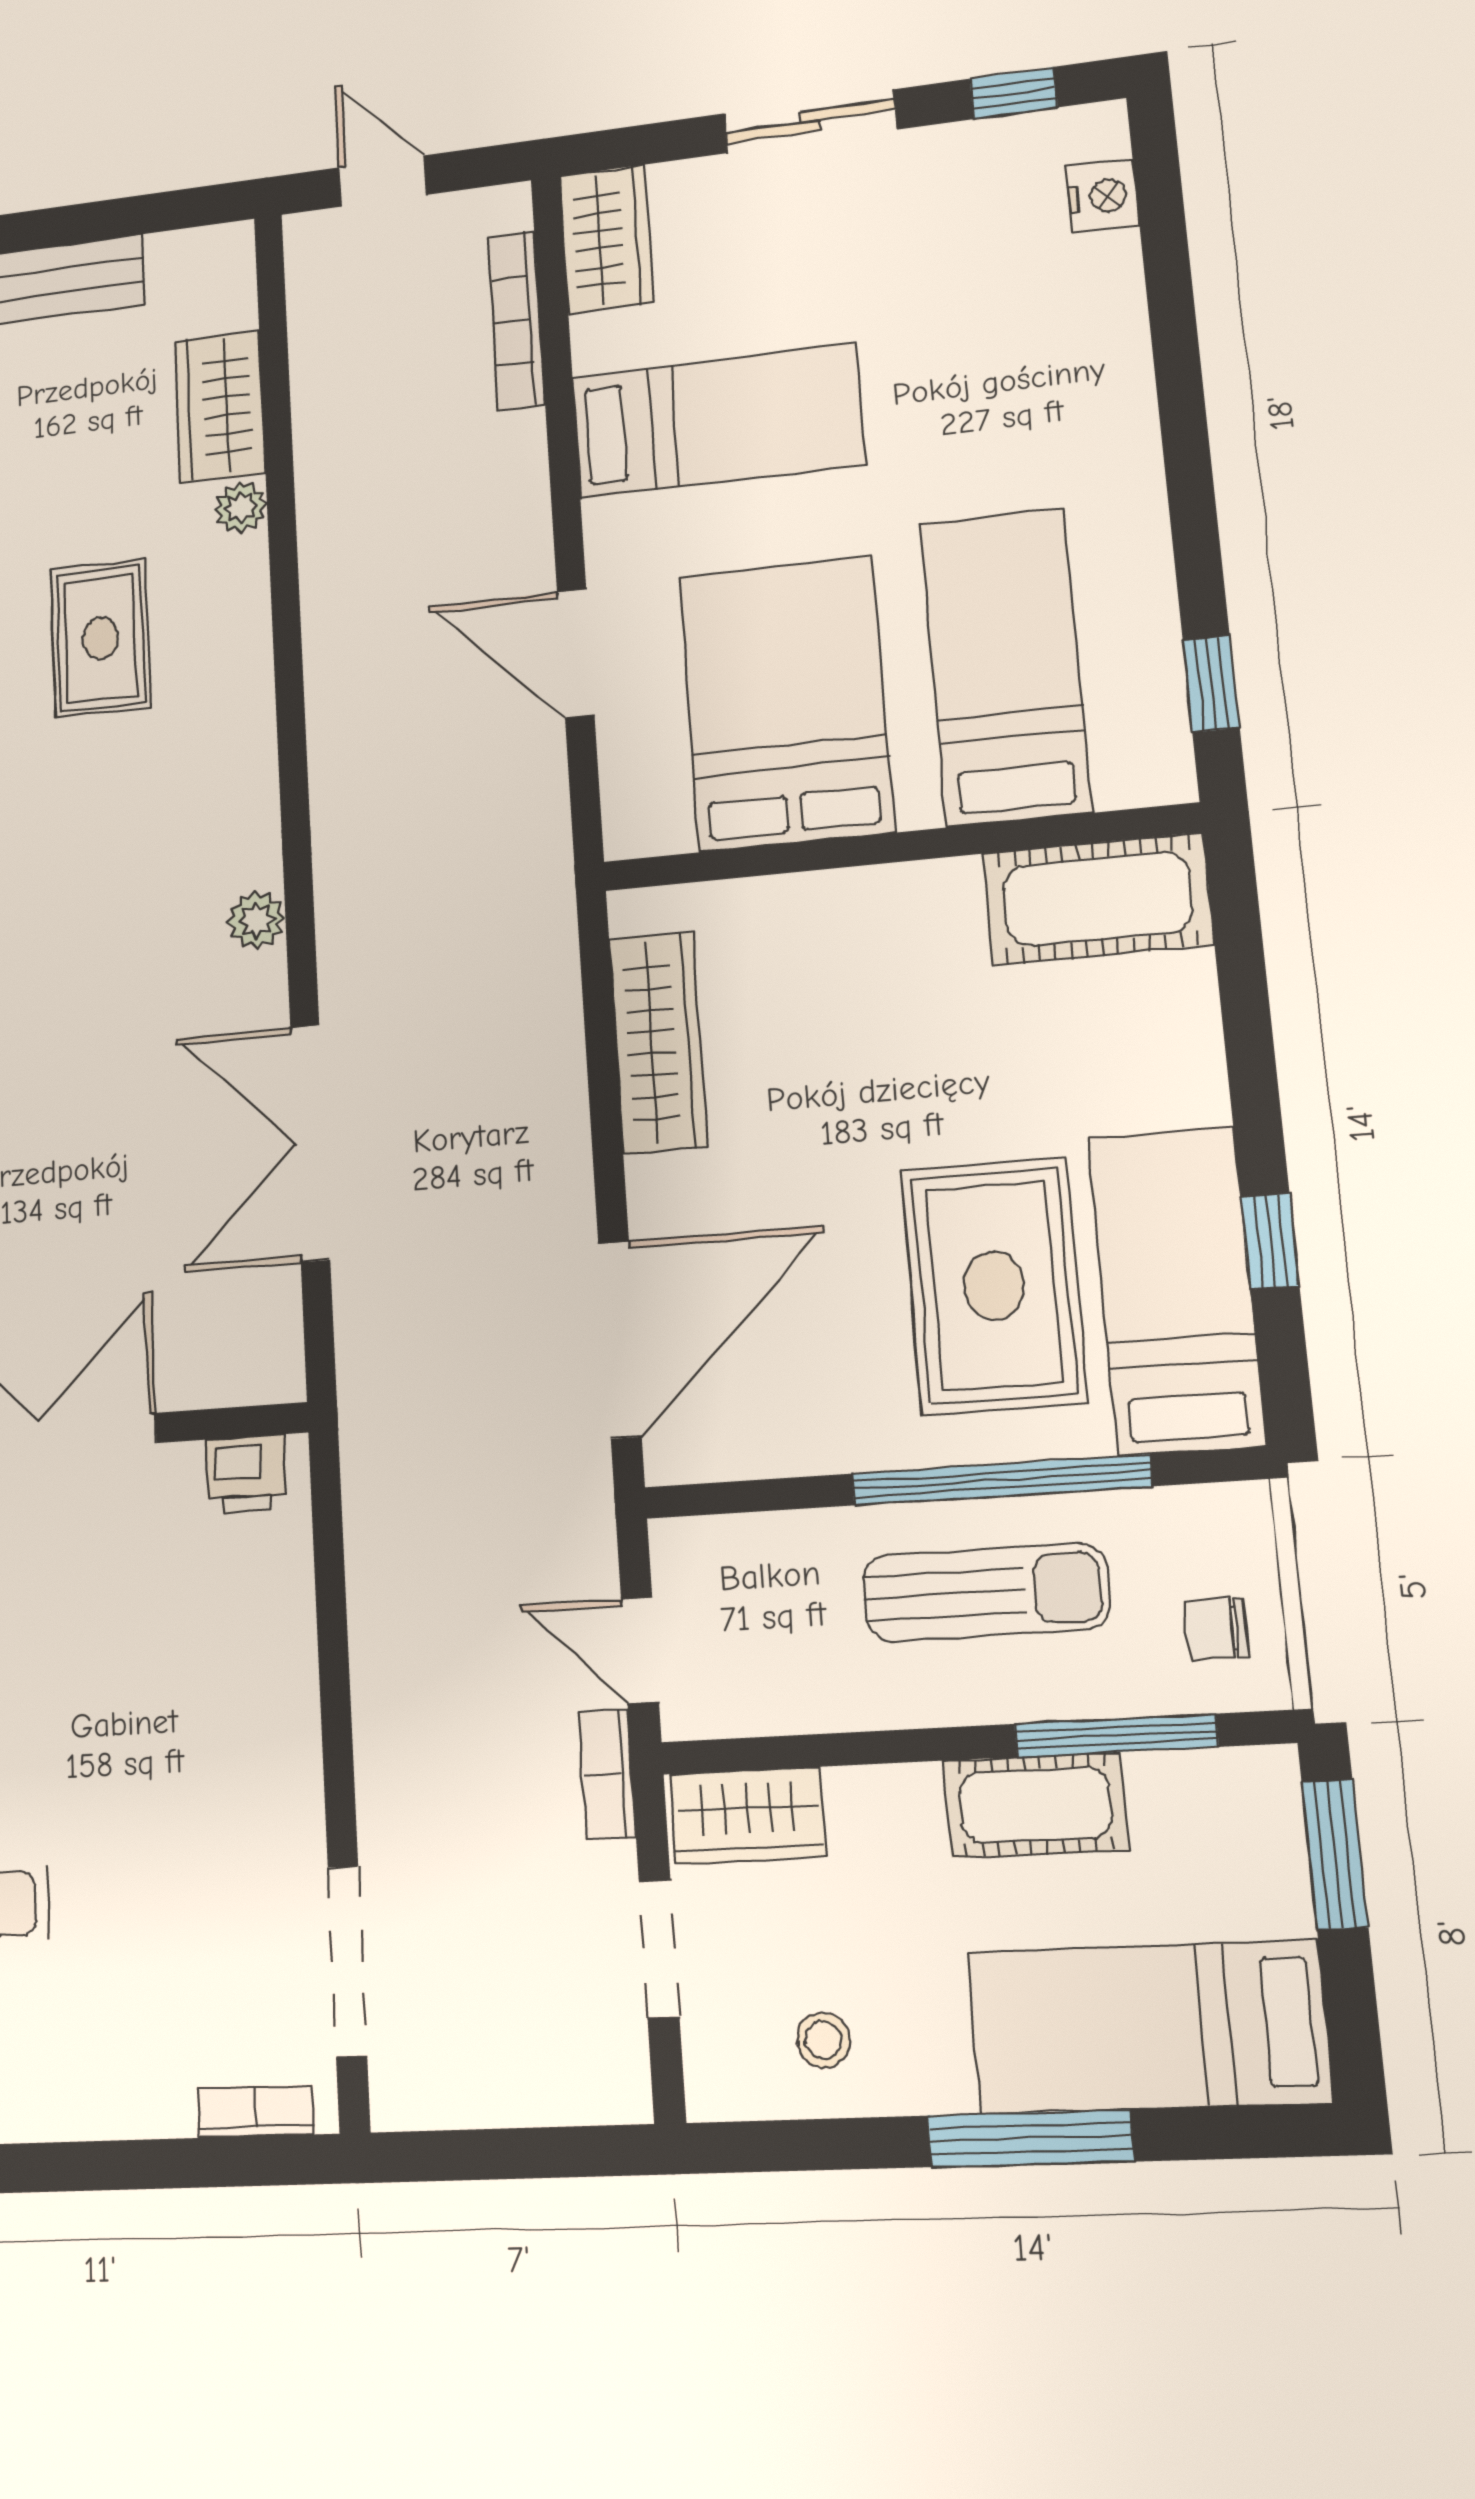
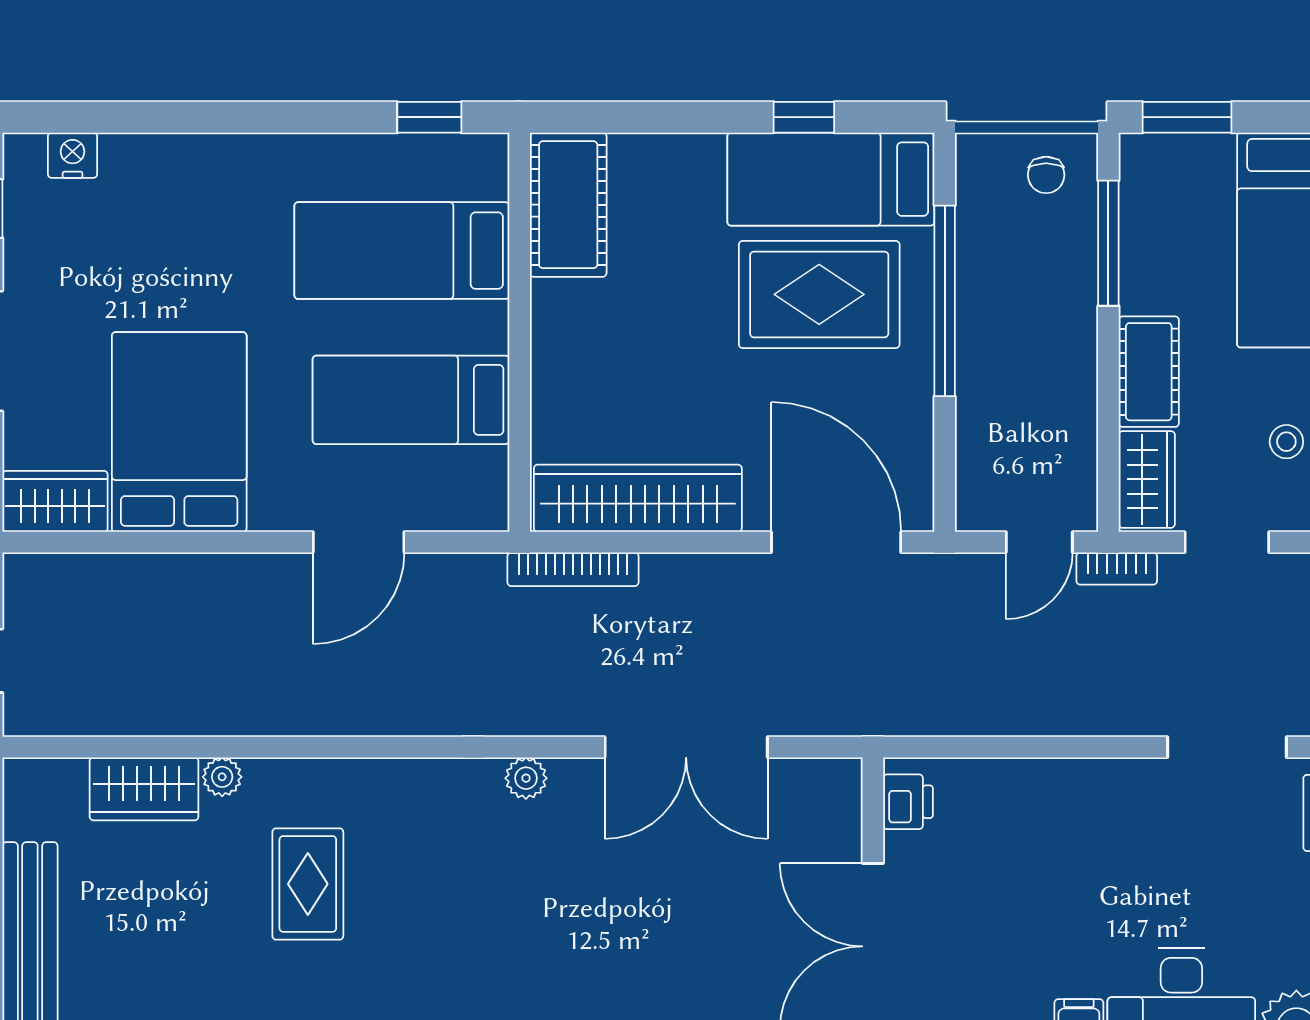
bookcase: (517, 320) -> (573, 569), moved
bed: (717, 421) -> (179, 432), width x1.50
rug: (100, 638) -> (308, 884), turned 90
bed: (786, 703) -> (411, 400), width x0.67
wardrobe: (658, 1042) -> (638, 498), width x1.40, depth x1.17
sun lounger: (986, 1592) -> (1015, 317), removed
cot: (1035, 1805) -> (1149, 372), moved

